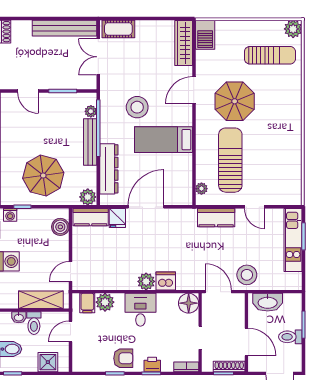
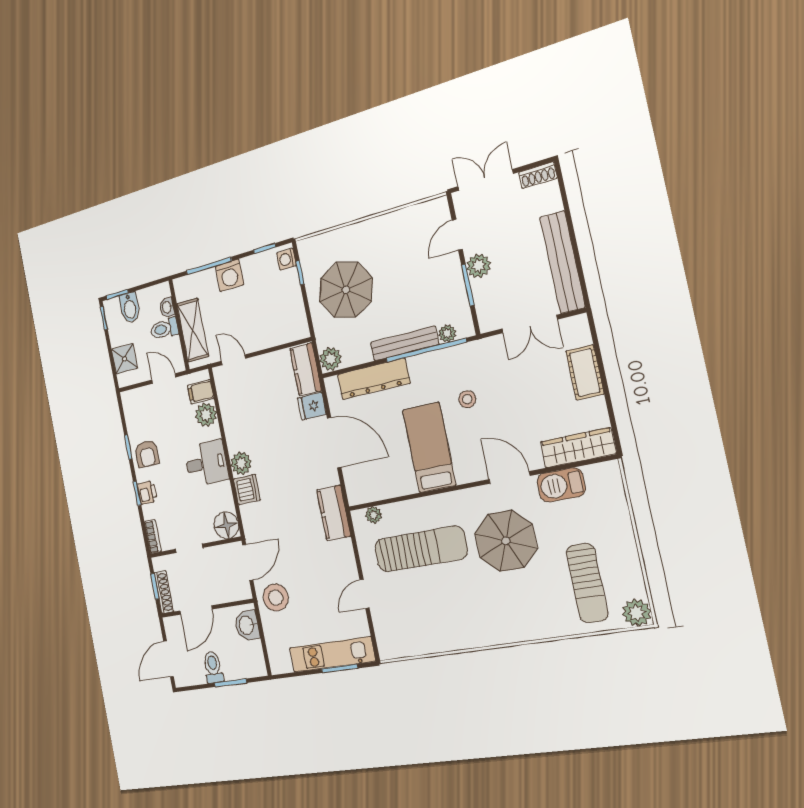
cot: (118, 29) -> (585, 372), moved
barbecue: (205, 35) -> (561, 485), moved
double door: (98, 57) -> (529, 324), swing flipped
plant: (52, 81) -> (479, 266), added
stool: (137, 107) -> (467, 399), width x0.53, depth x0.53
kitchen counter: (216, 218) -> (334, 513), moved
boiler: (60, 227) -> (285, 331), removed
washbasin: (268, 302) -> (247, 625), width x0.72

